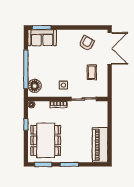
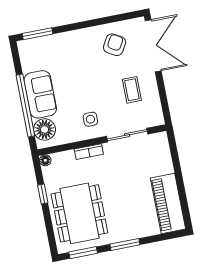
sofa: (42, 38) -> (40, 94), moved, turned -90

